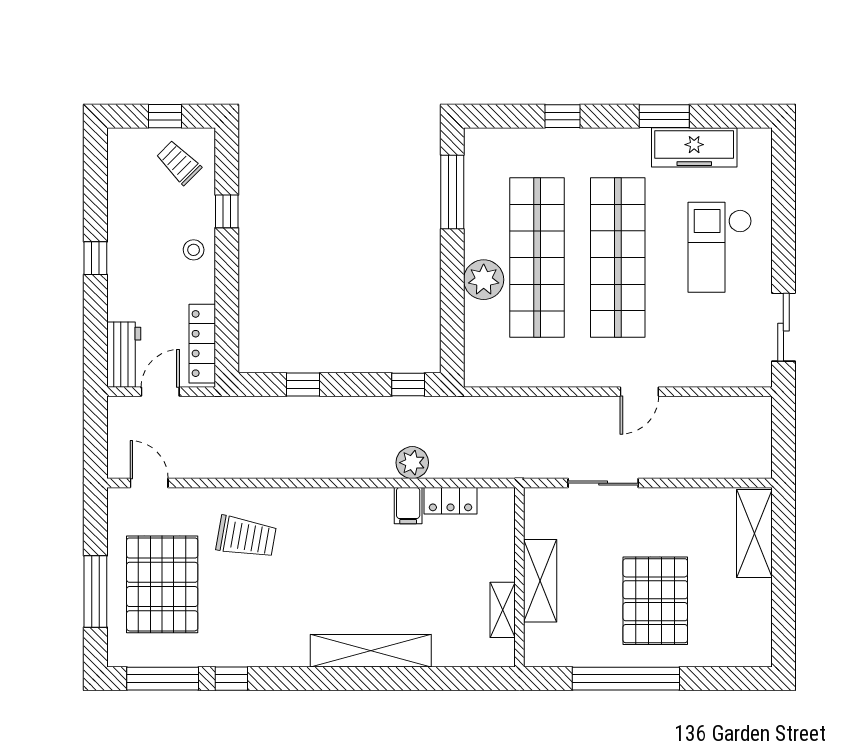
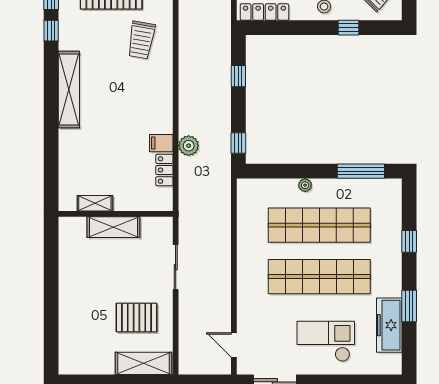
plant: (484, 280) -> (305, 185), width x0.53, depth x0.53
door: (639, 392) -> (234, 345), moved
pallet: (655, 601) -> (136, 317), moved, width x0.73, depth x0.71
shelving: (371, 651) -> (69, 89), moved
window: (626, 679) -> (51, 282), removed

